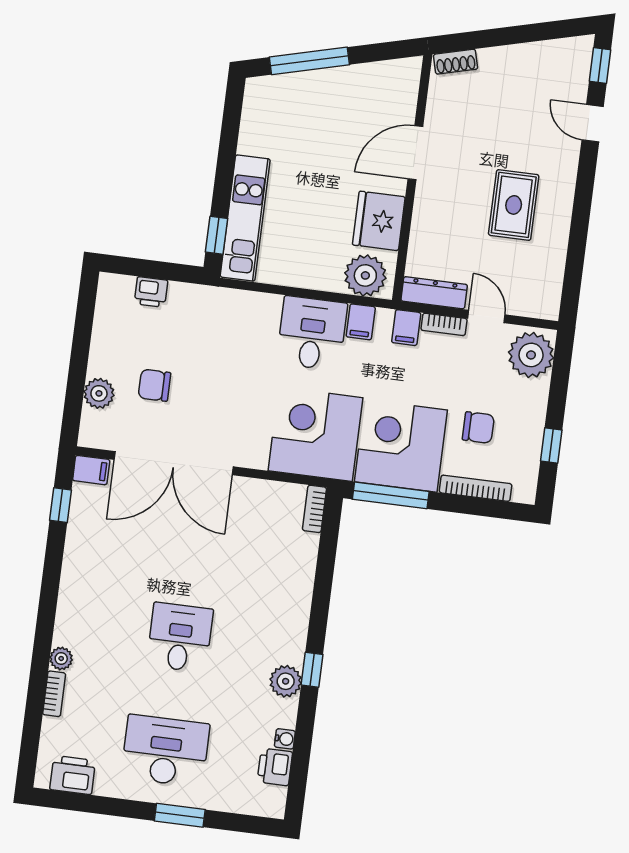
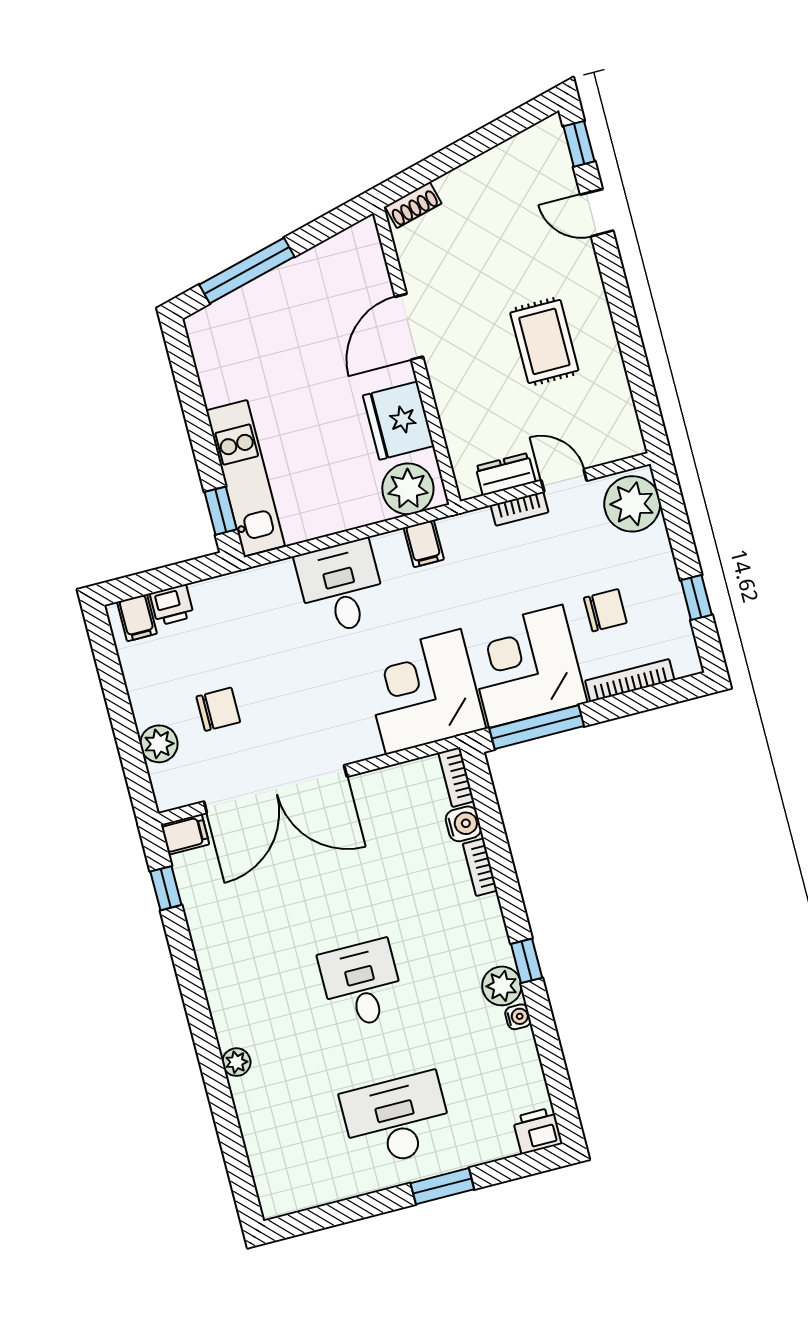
dresser: (434, 293) -> (505, 474), width x0.70
filing cabinet: (406, 328) -> (137, 618), moved
desk: (312, 333) -> (341, 587), moved
chair: (154, 385) -> (218, 709), turned 180
water cooler: (306, 547) -> (463, 824), added
bookcase: (54, 694) -> (480, 867), moved, turned 180
water cooler: (285, 739) -> (518, 1017), moved
printer: (275, 767) -> (537, 1131), moved, turned 90
printer: (73, 775) -> (302, 1189), removed

